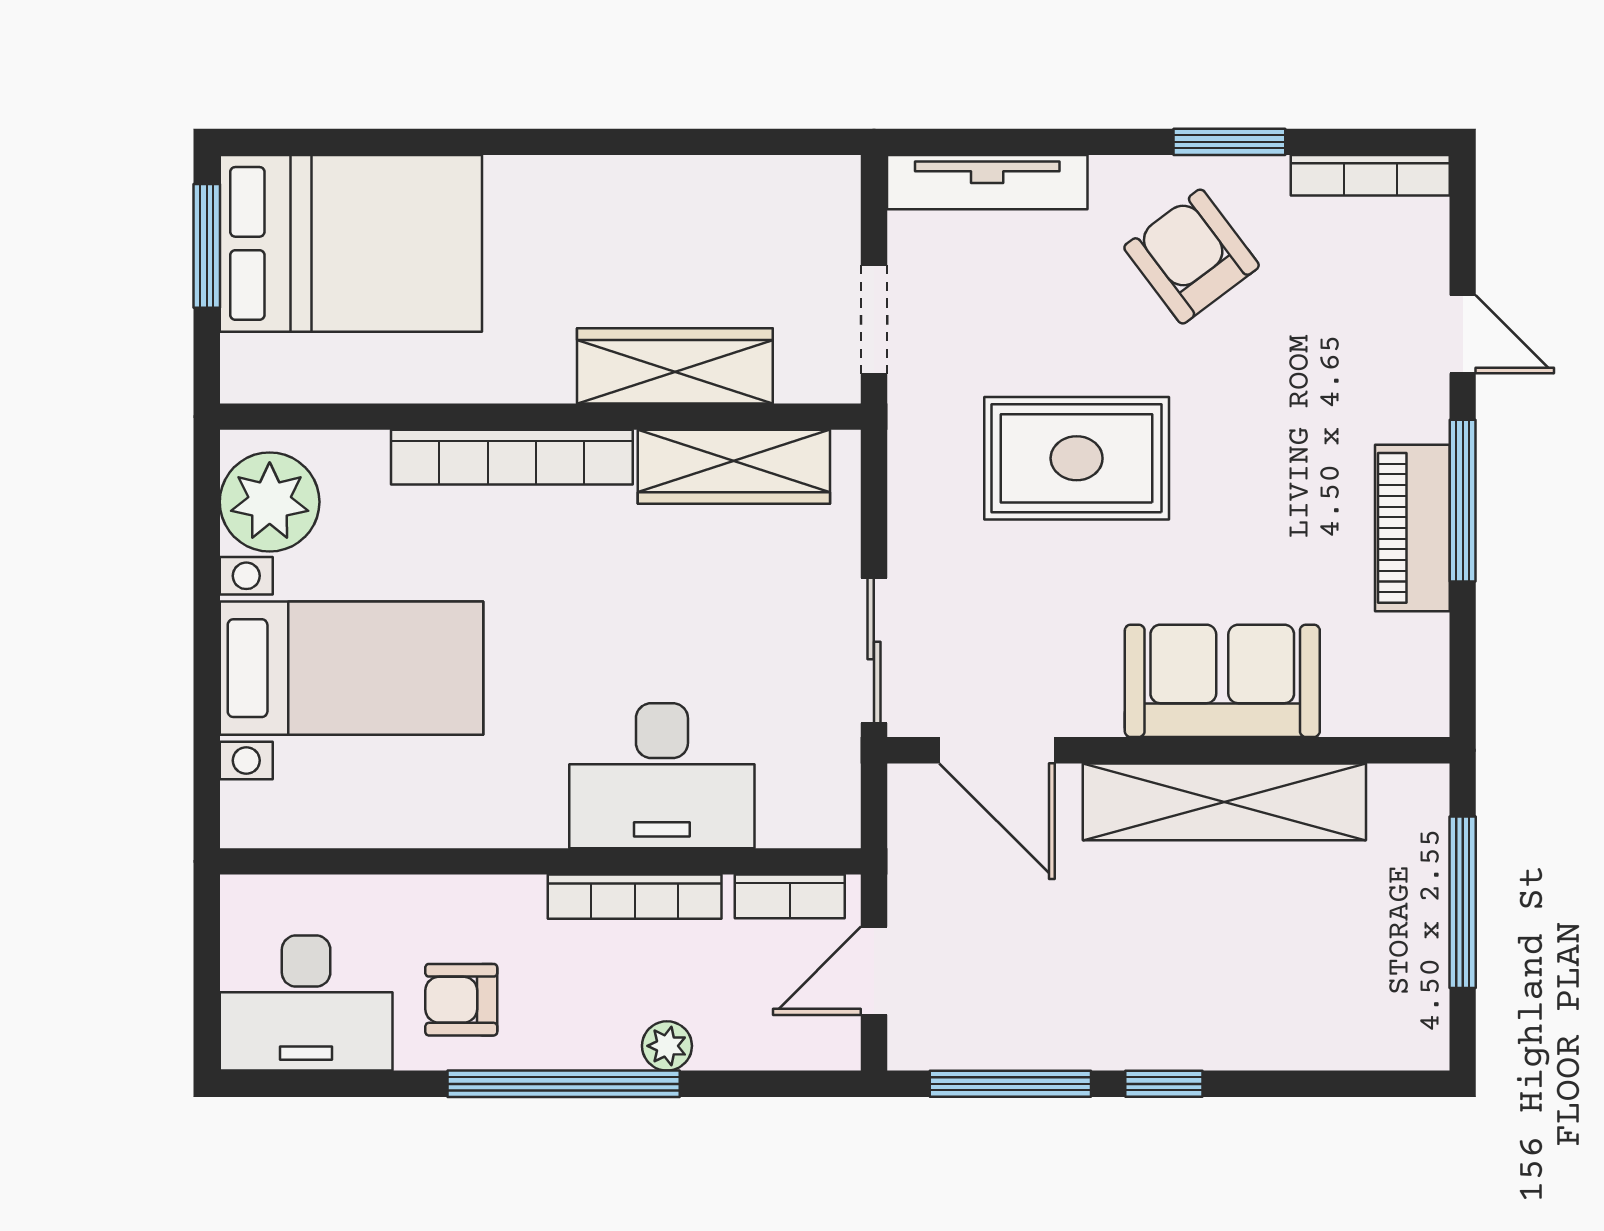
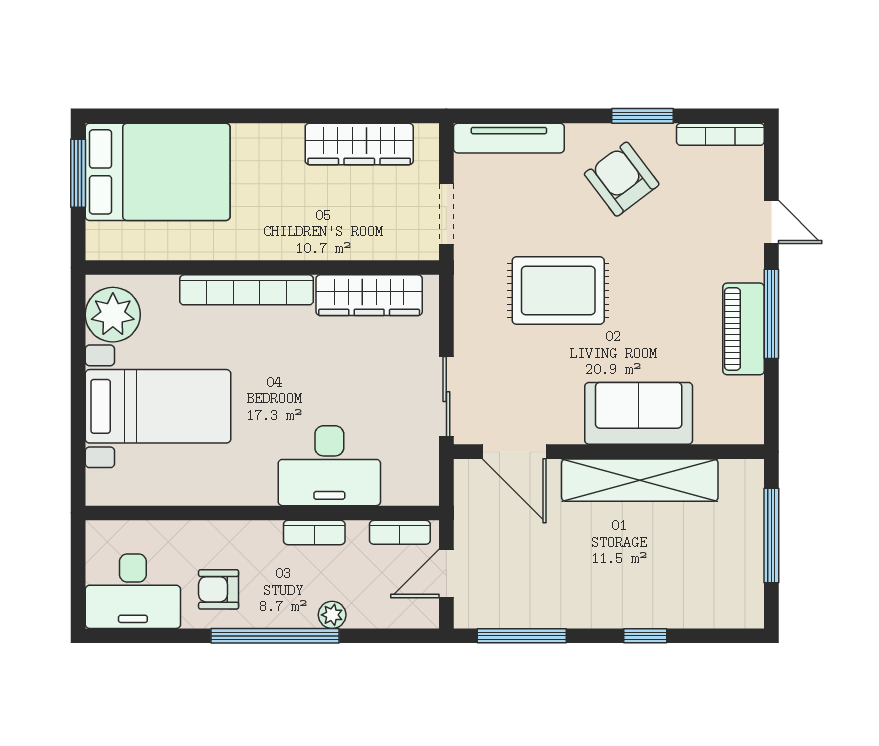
wardrobe: (675, 366) -> (359, 144), moved, turned 180
bookcase: (635, 897) -> (314, 533), width x0.64
window: (1164, 1084) -> (645, 636), moved

